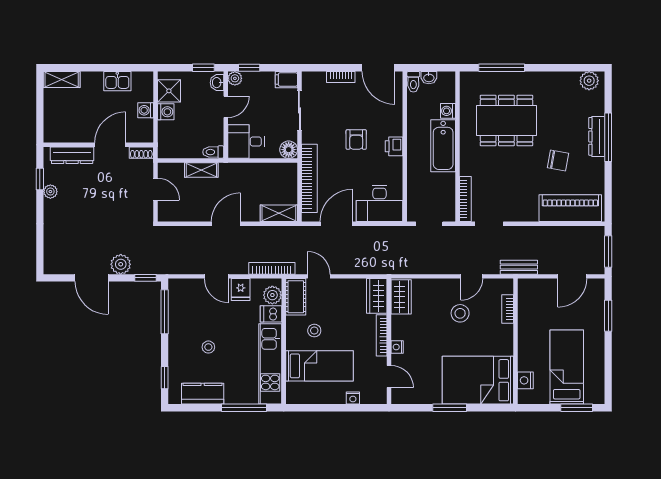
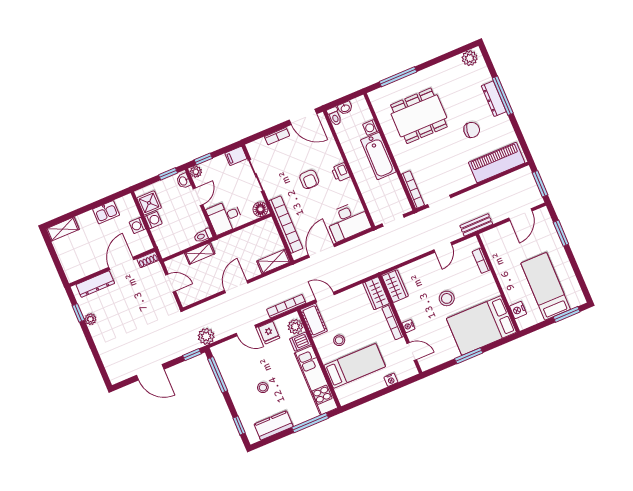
plant: (121, 264) -> (206, 336), moved
stool: (460, 313) -> (447, 298), moved

